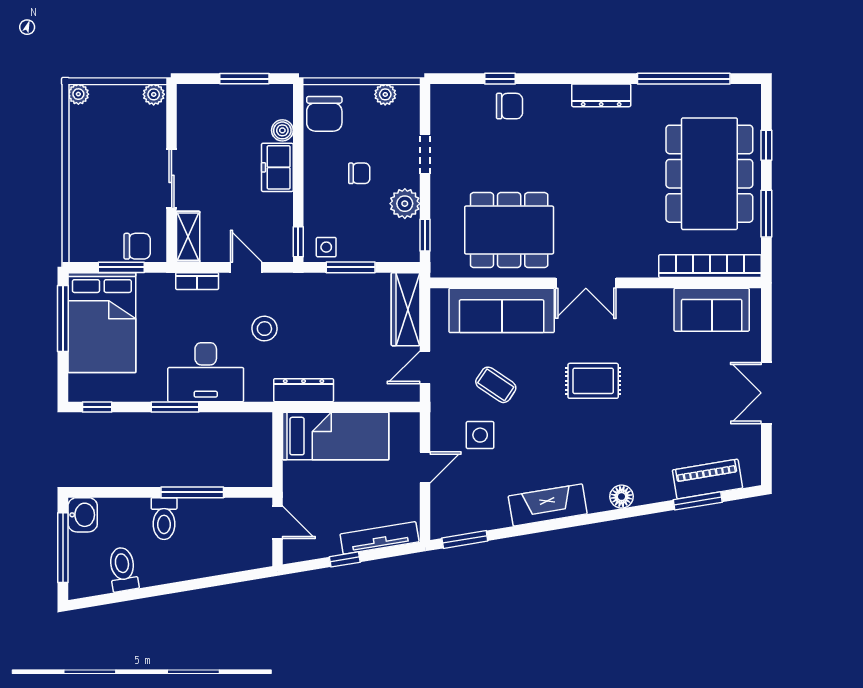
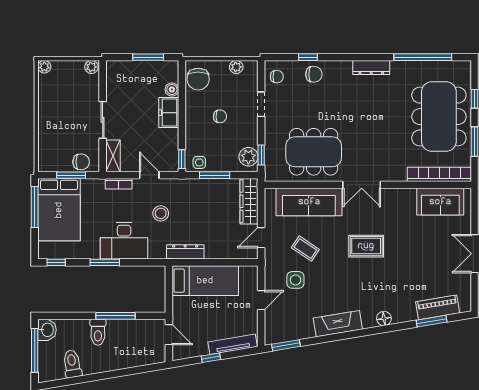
chair: (450, 110) -> (277, 77), added
plant: (405, 204) -> (248, 157), moved

